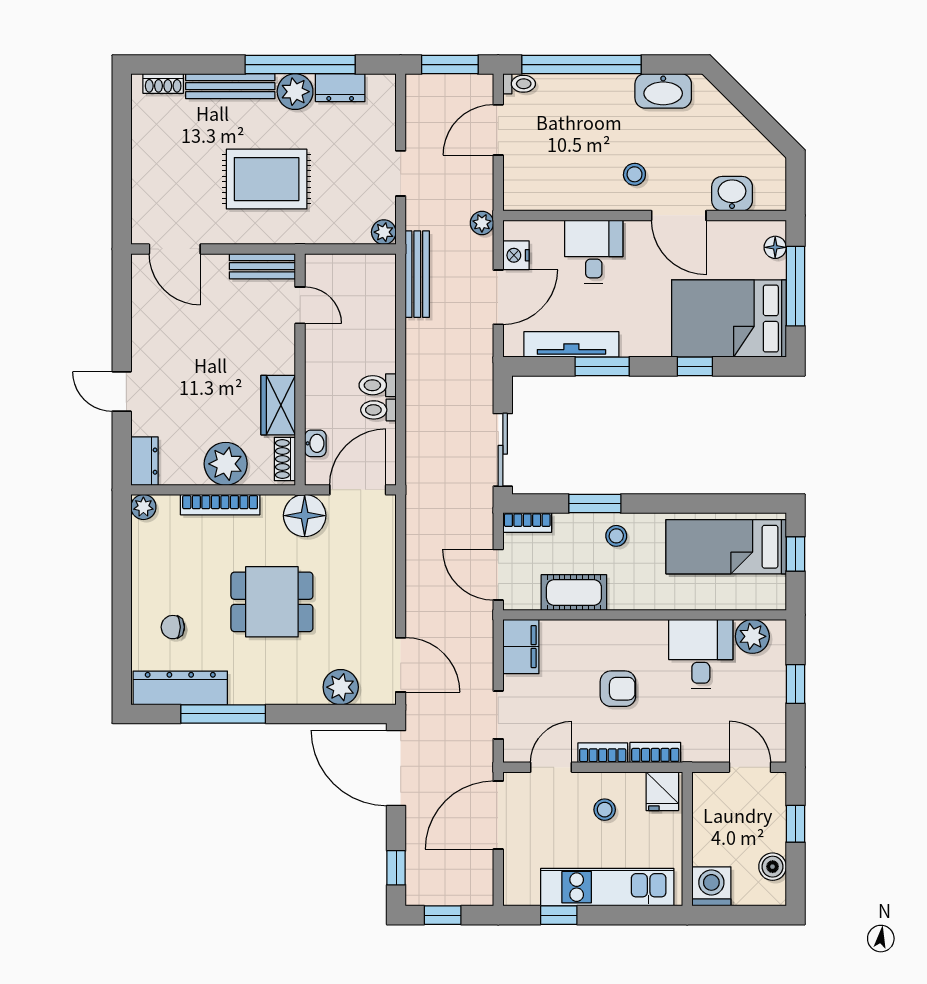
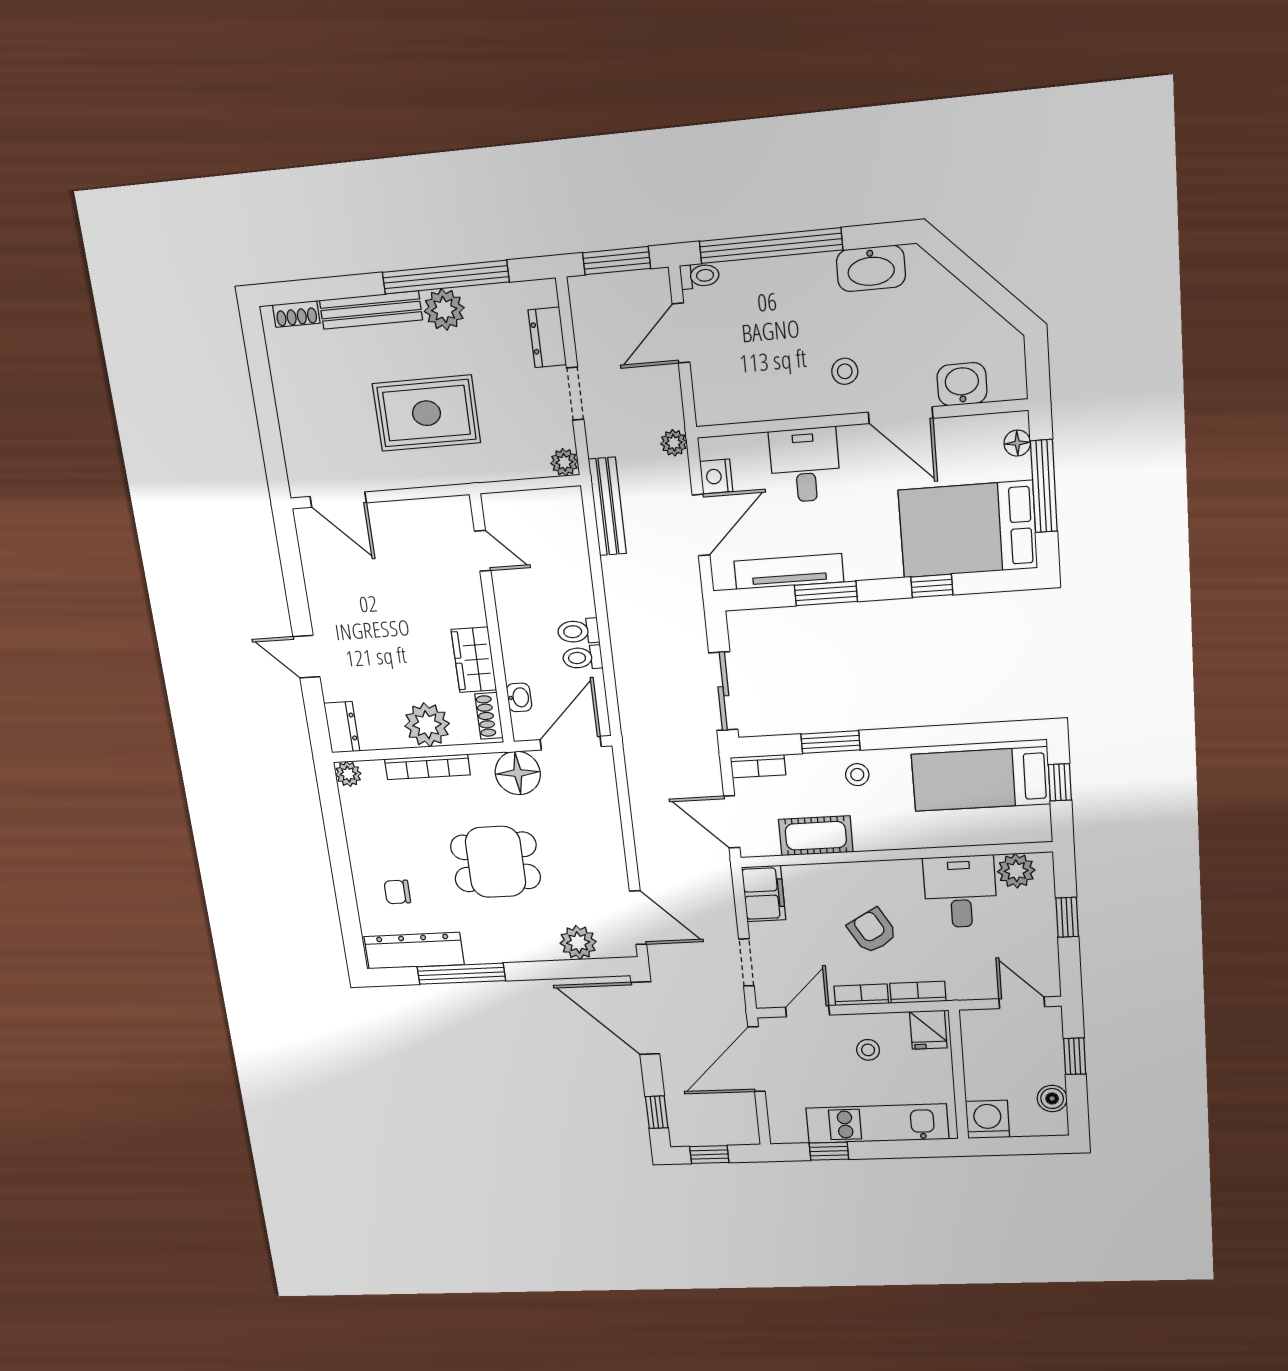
dresser: (340, 88) -> (547, 337), moved, turned 90
bench: (262, 266) -> (436, 511), removed
armchair: (618, 689) -> (872, 931), turned -120

